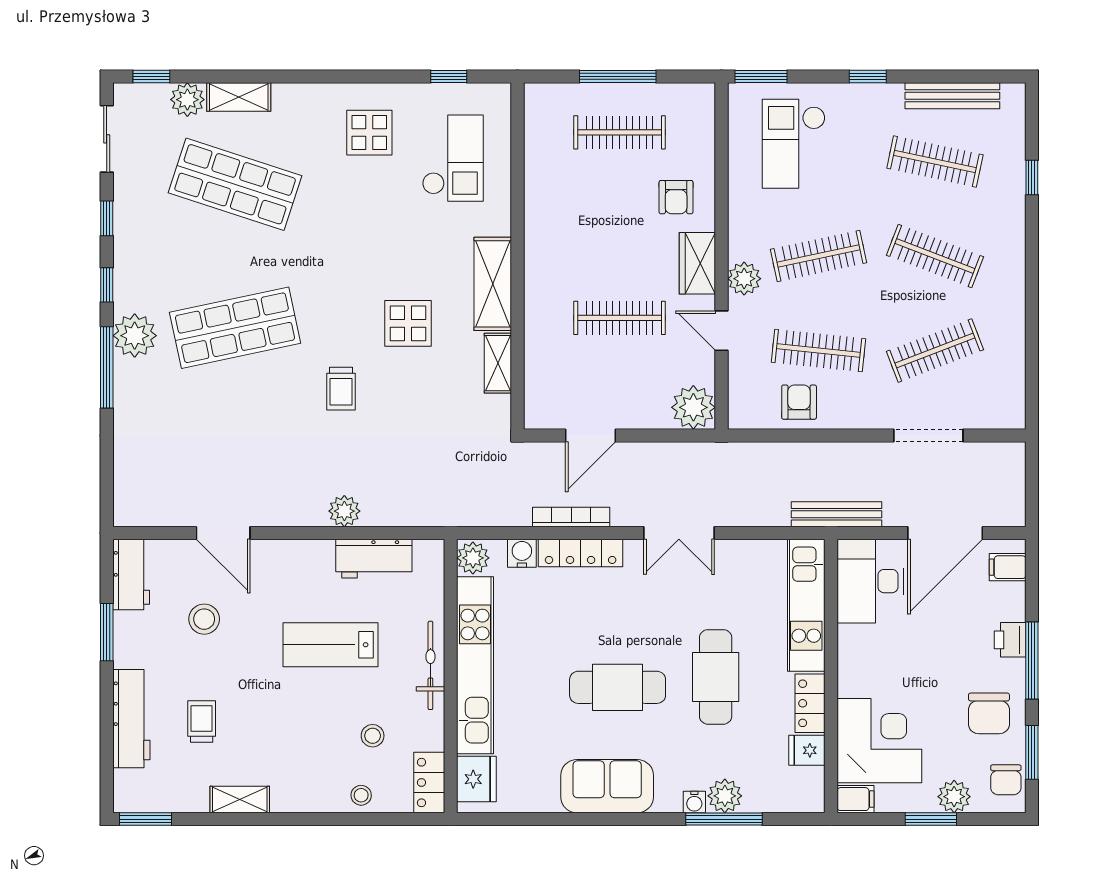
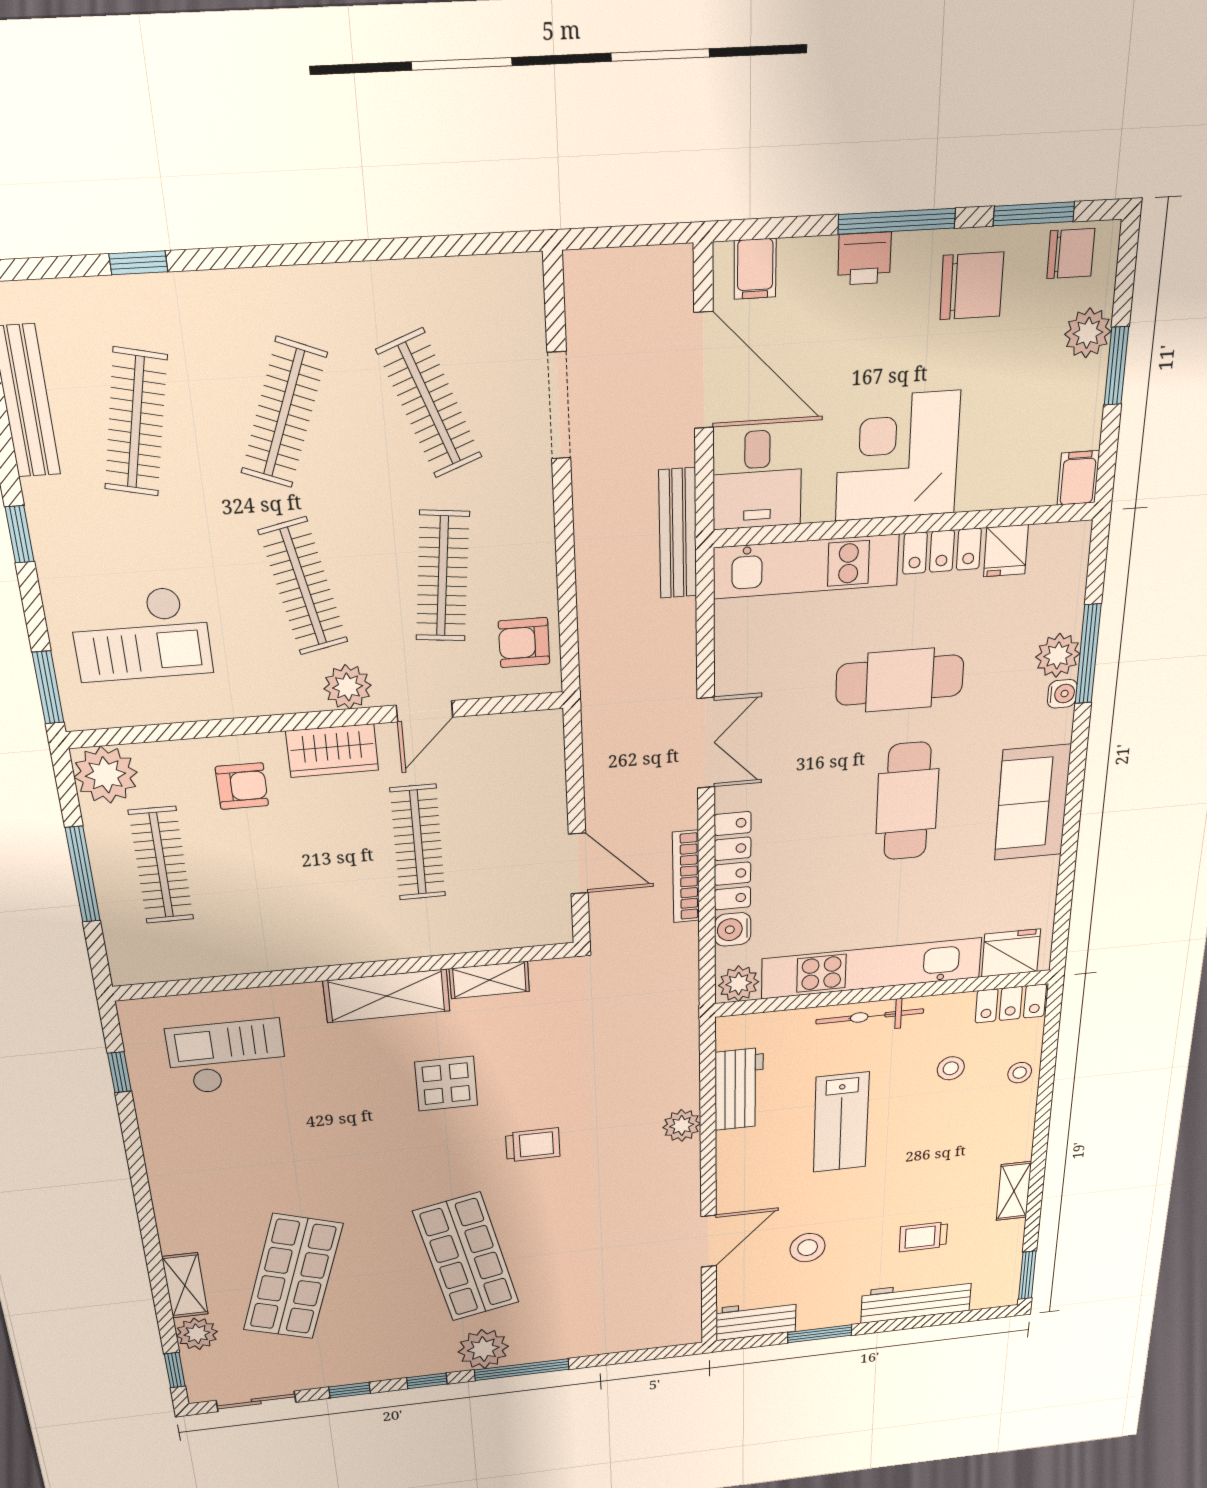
display table: (369, 133) -> (208, 1150), removed
armchair: (799, 402) -> (524, 643), moved
plant: (693, 407) -> (106, 775), moved
desk: (870, 581) -> (757, 479), width x0.73
corner desk: (879, 741) -> (897, 456), moved

